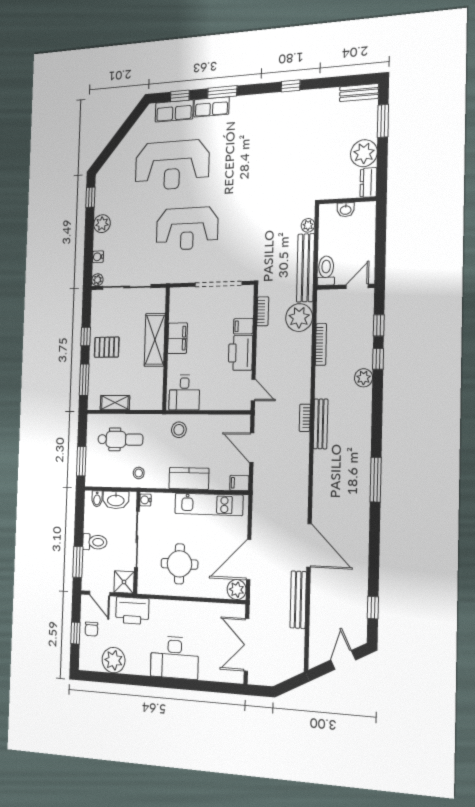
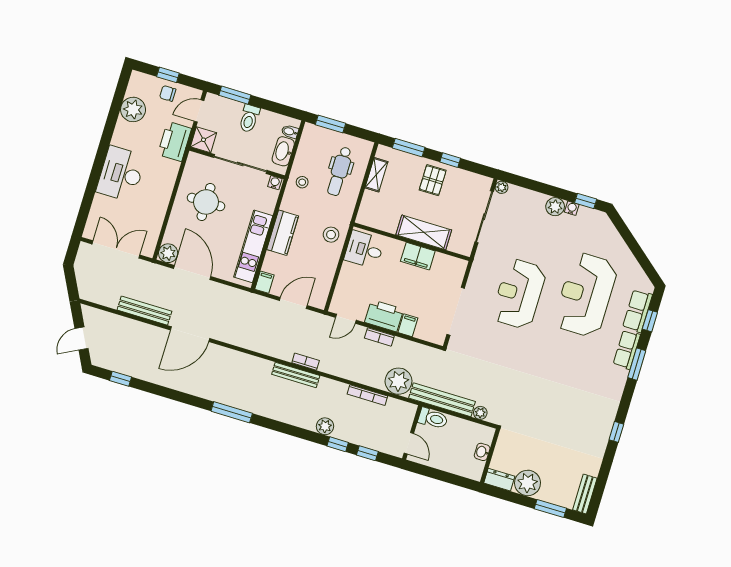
water cooler: (98, 257) -> (572, 208), moved
bookcase: (263, 311) -> (379, 337), moved
door: (343, 660) -> (82, 339), swing flipped

